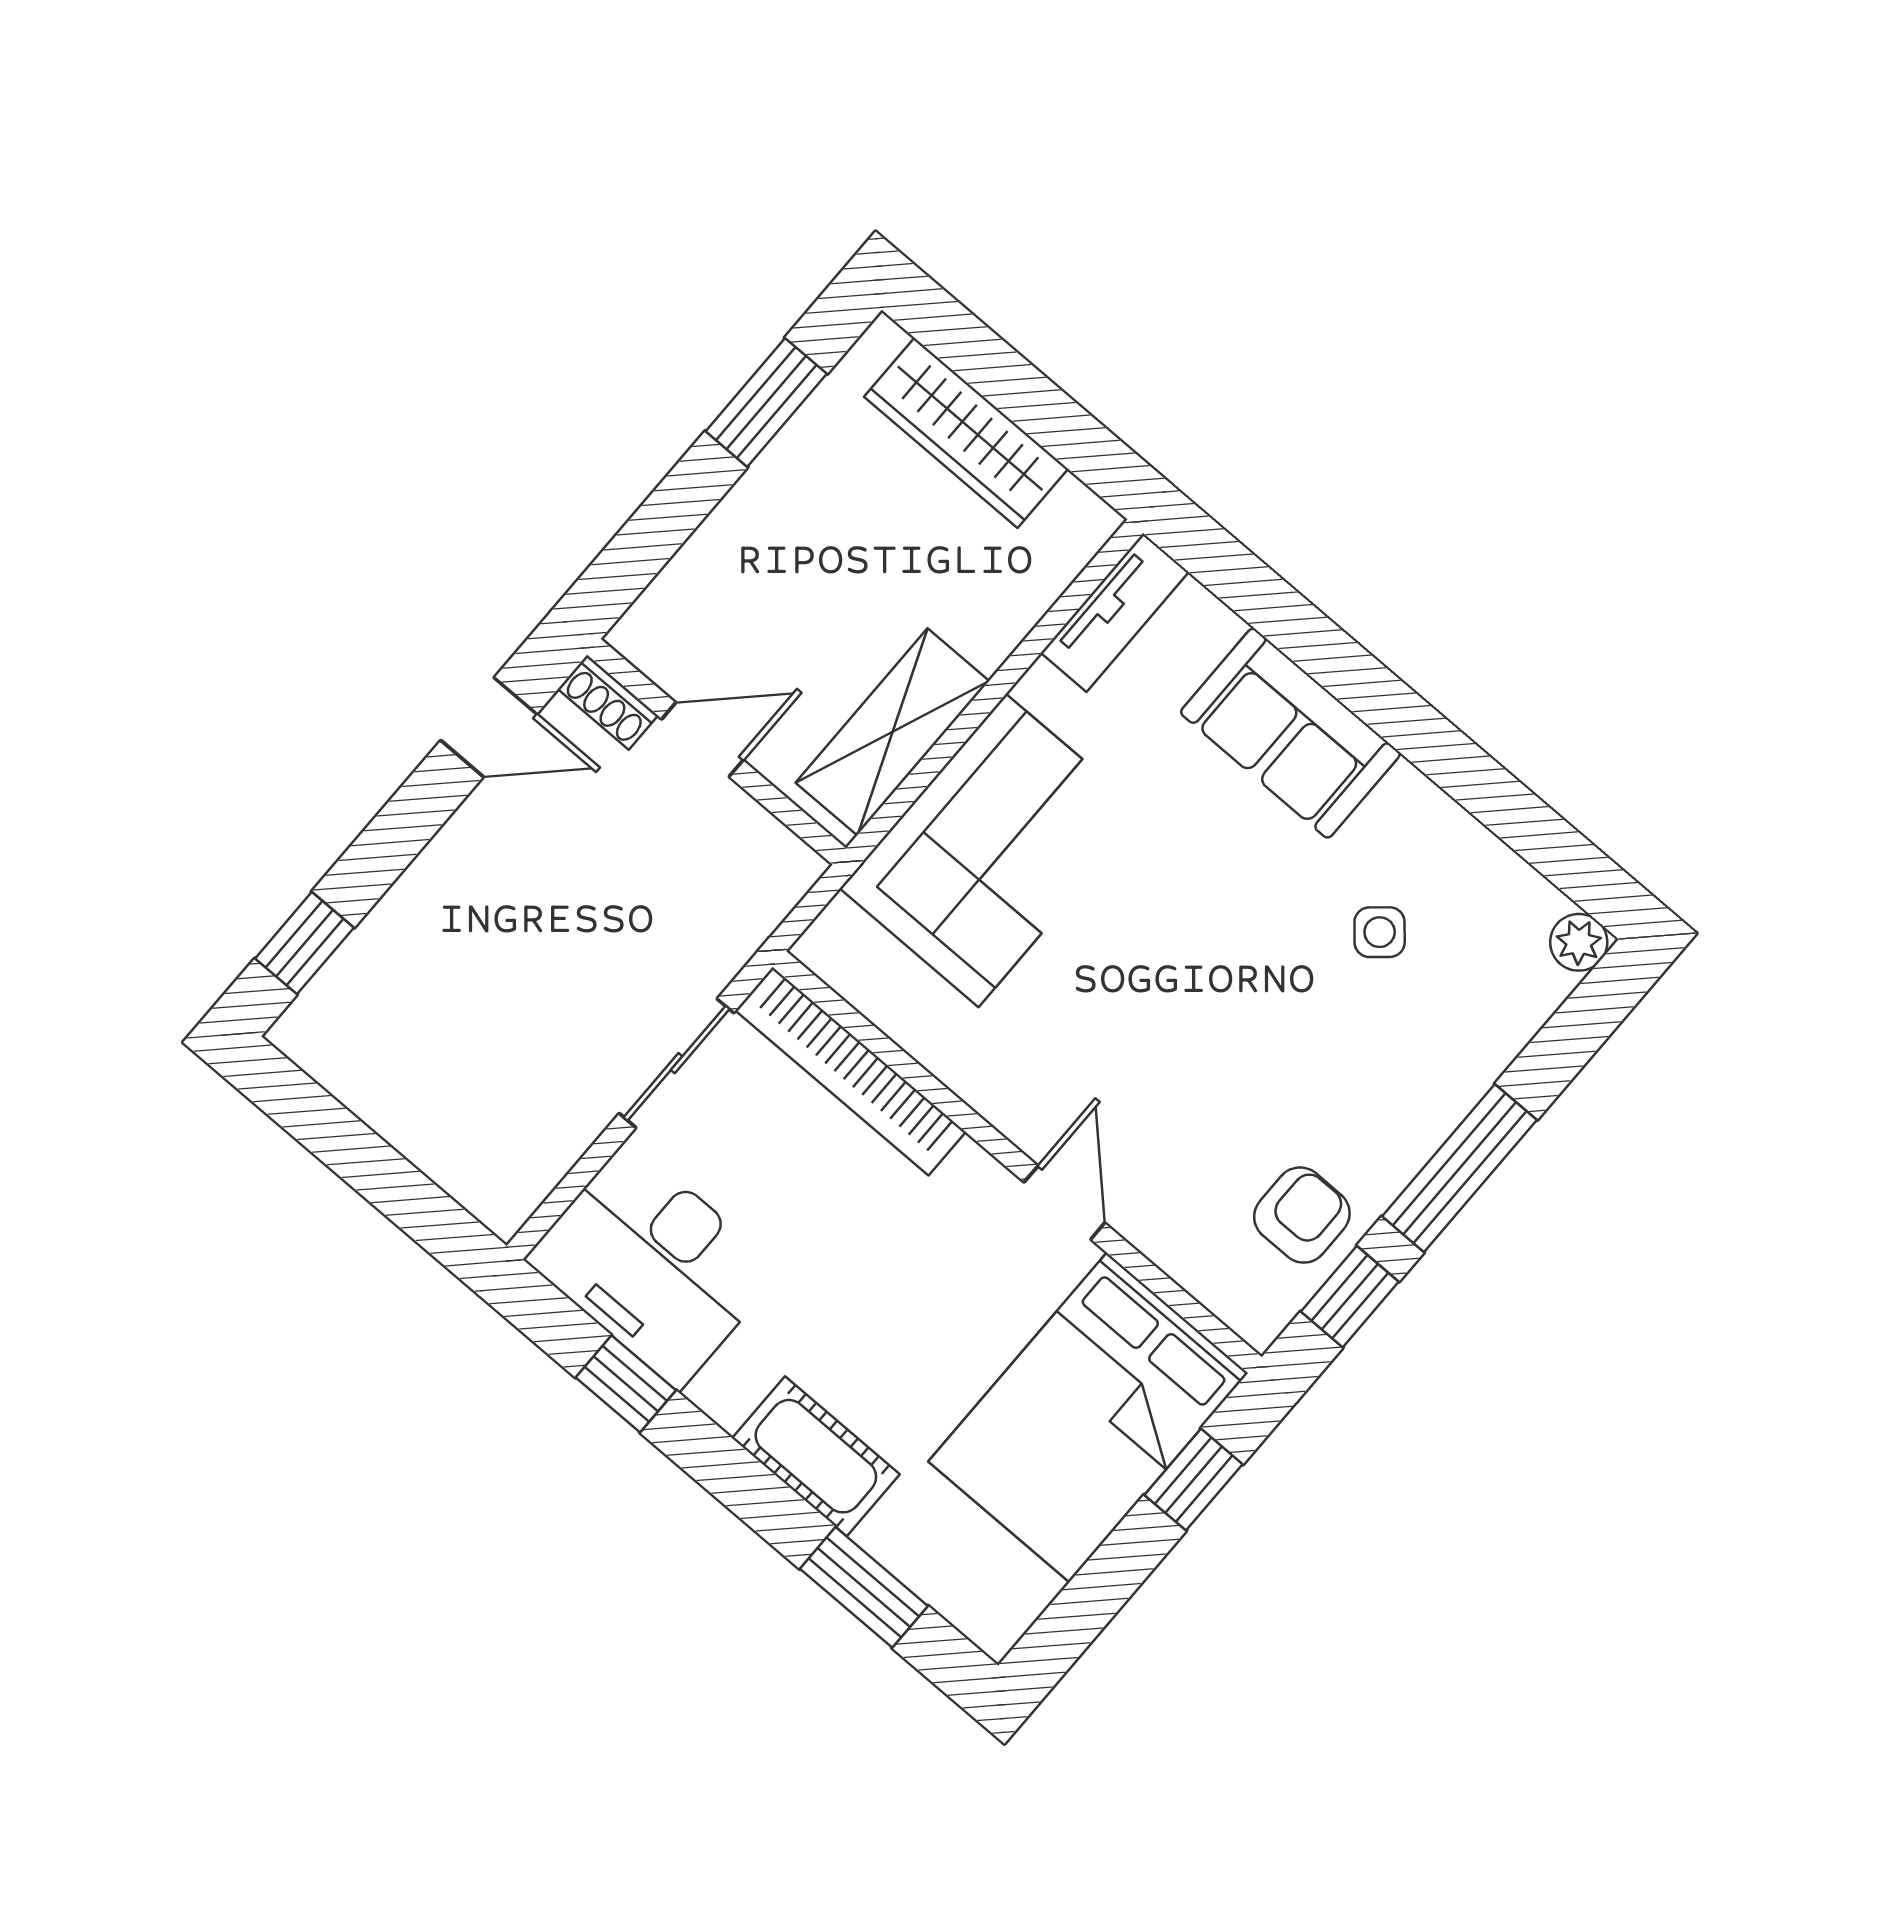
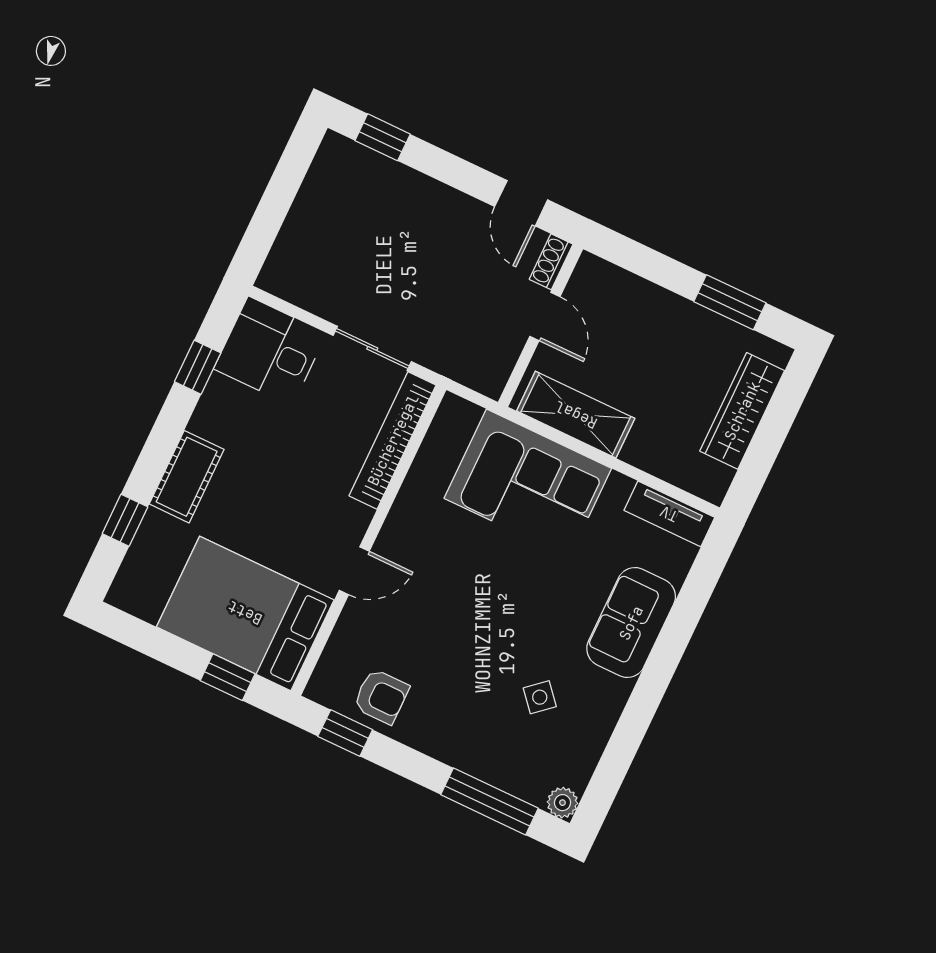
window: (1459, 1168) -> (489, 801), moved
desk: (653, 1265) -> (270, 351), width x0.73
window: (864, 1587) -> (125, 520), width x0.67

